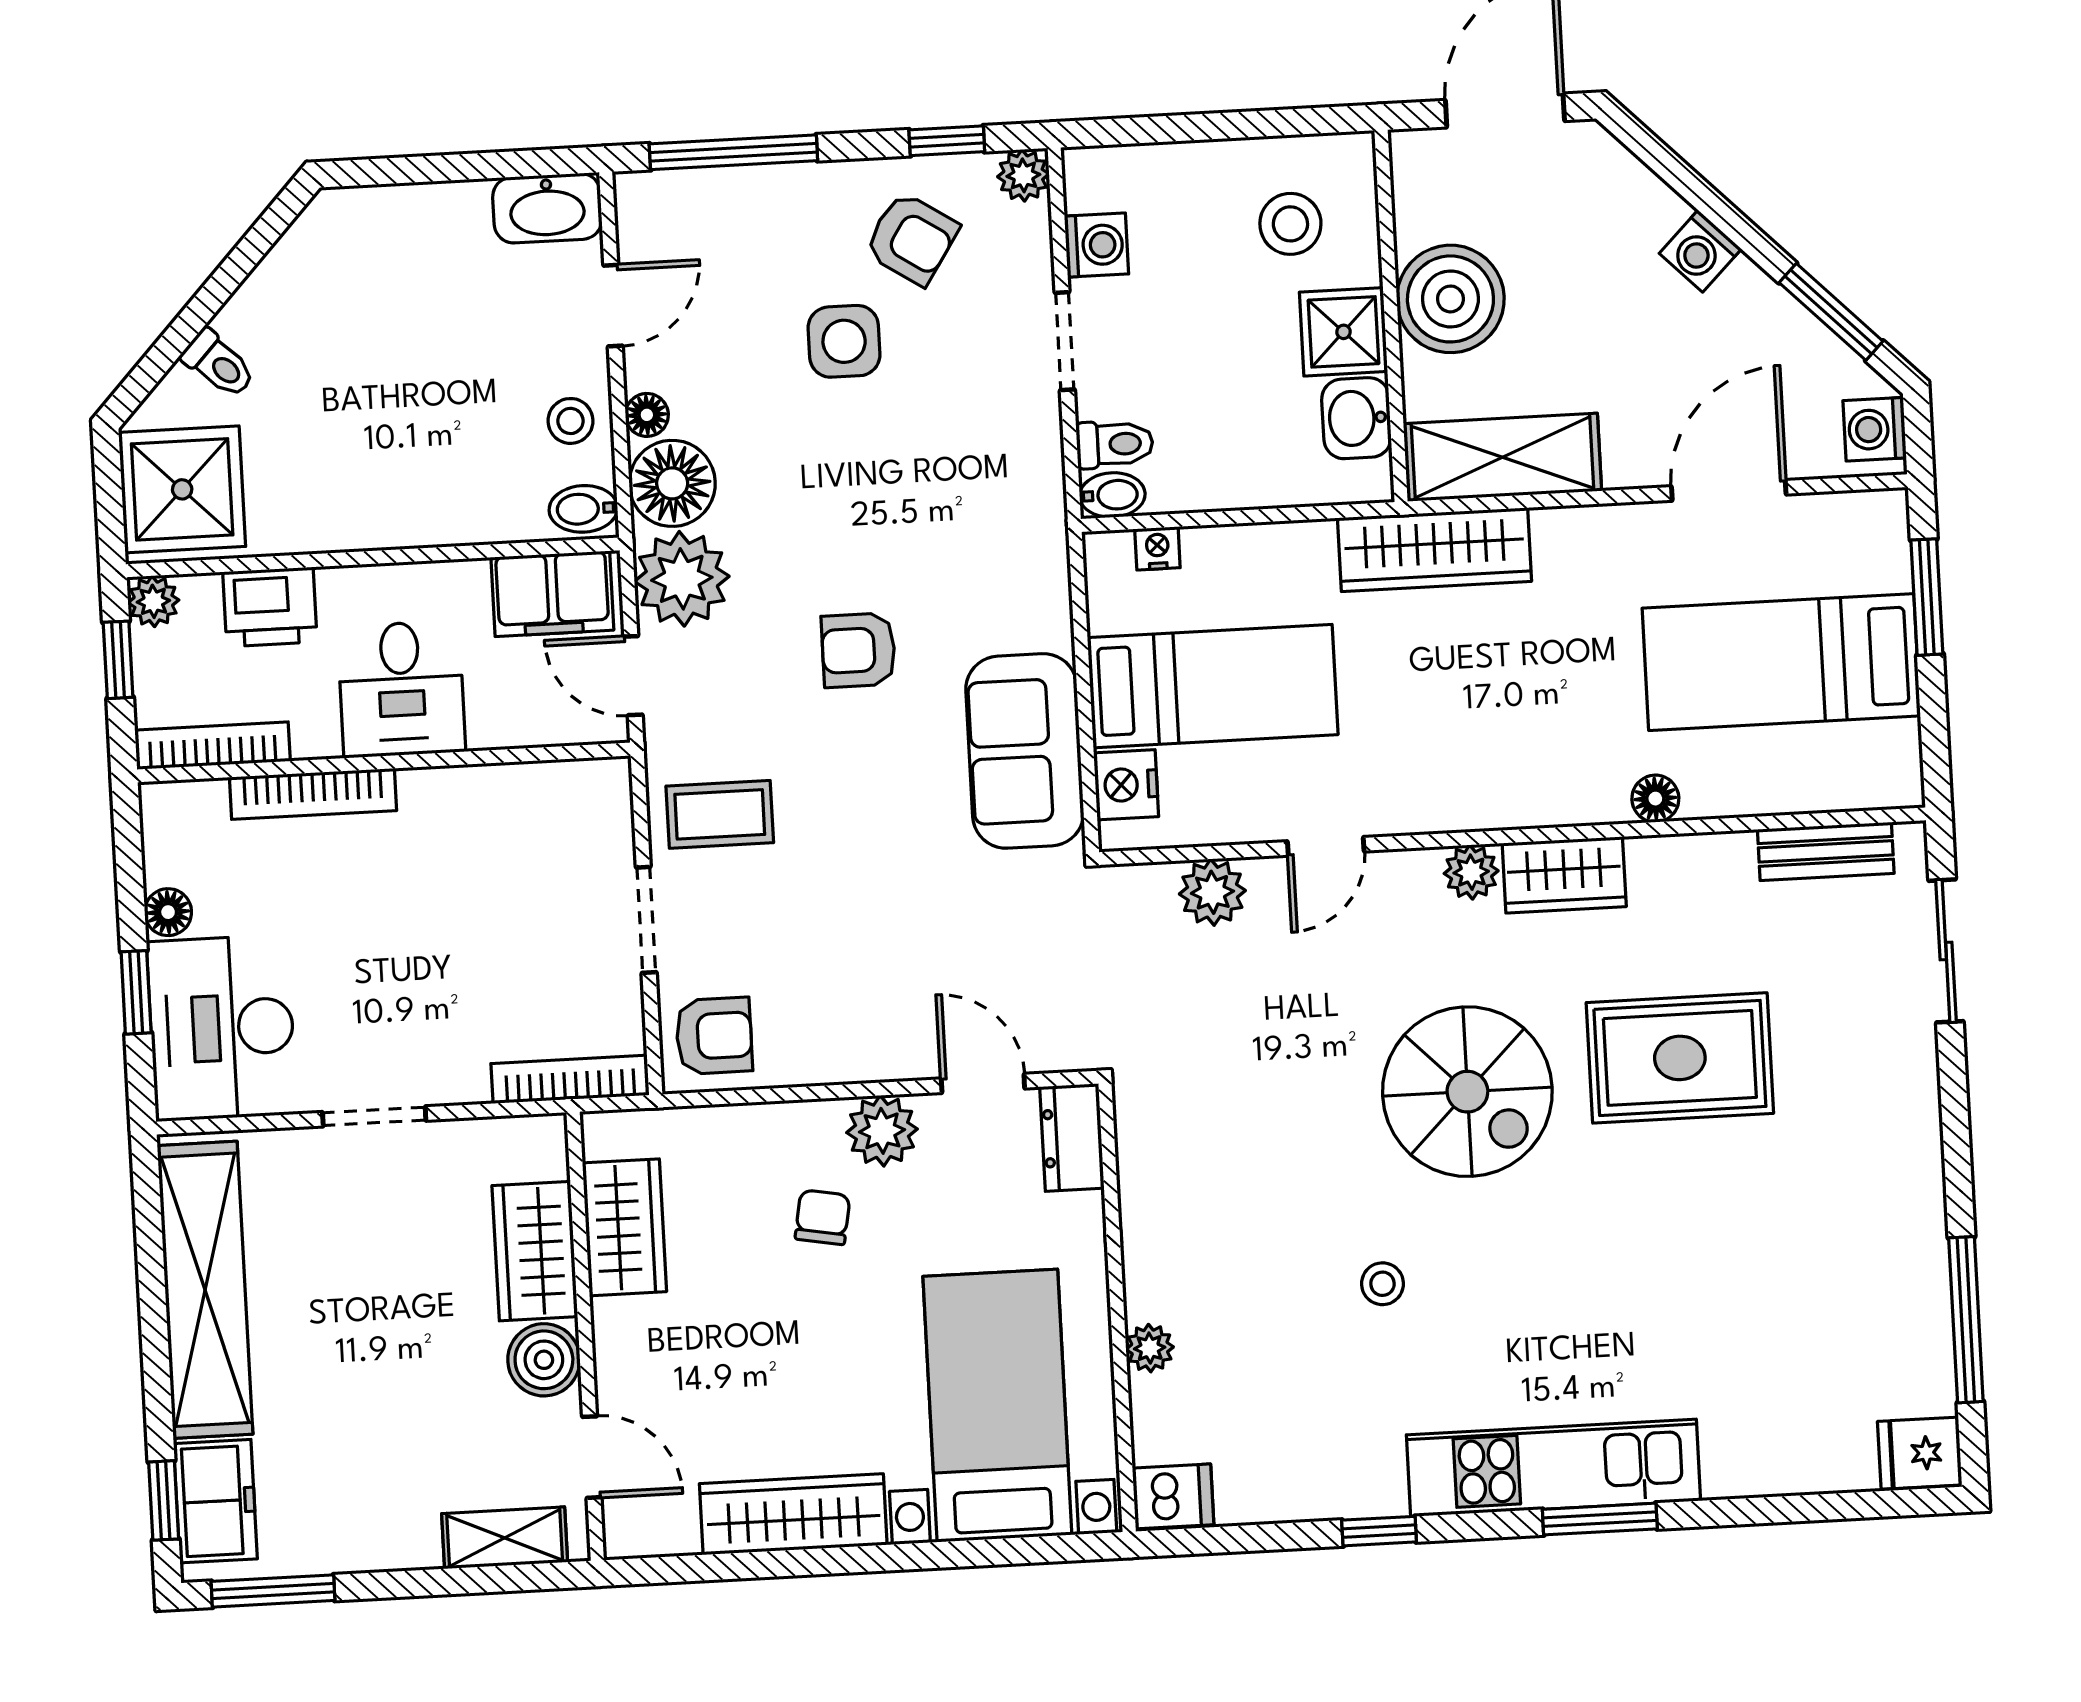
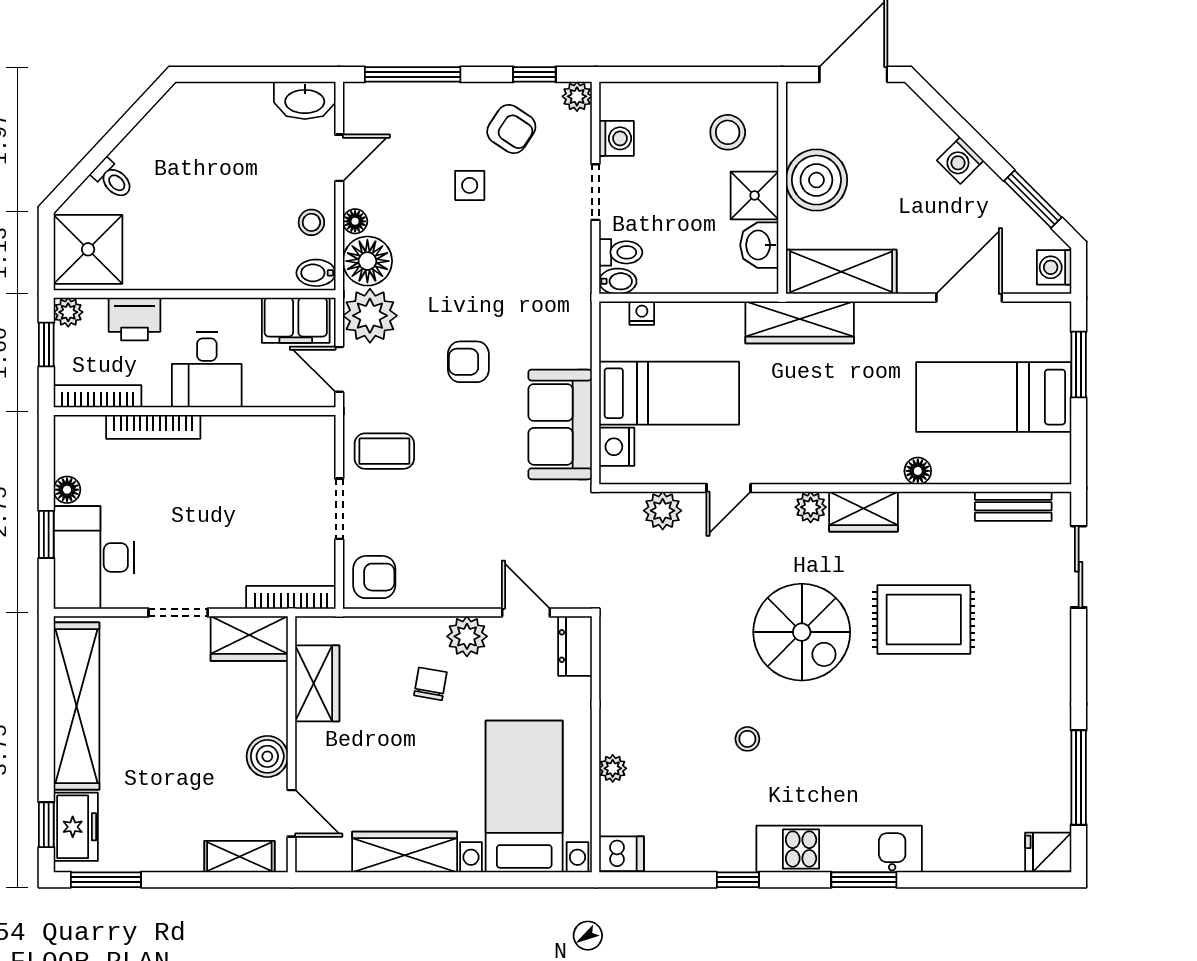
side table: (844, 341) -> (470, 185), width x0.73, depth x0.73
wardrobe: (535, 1251) -> (249, 639), moved, turned -90

